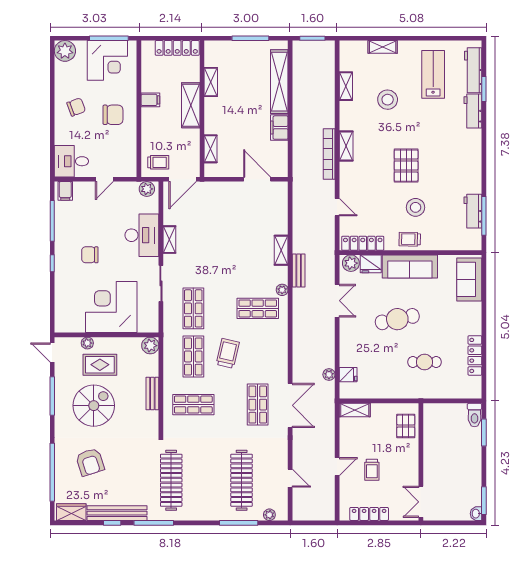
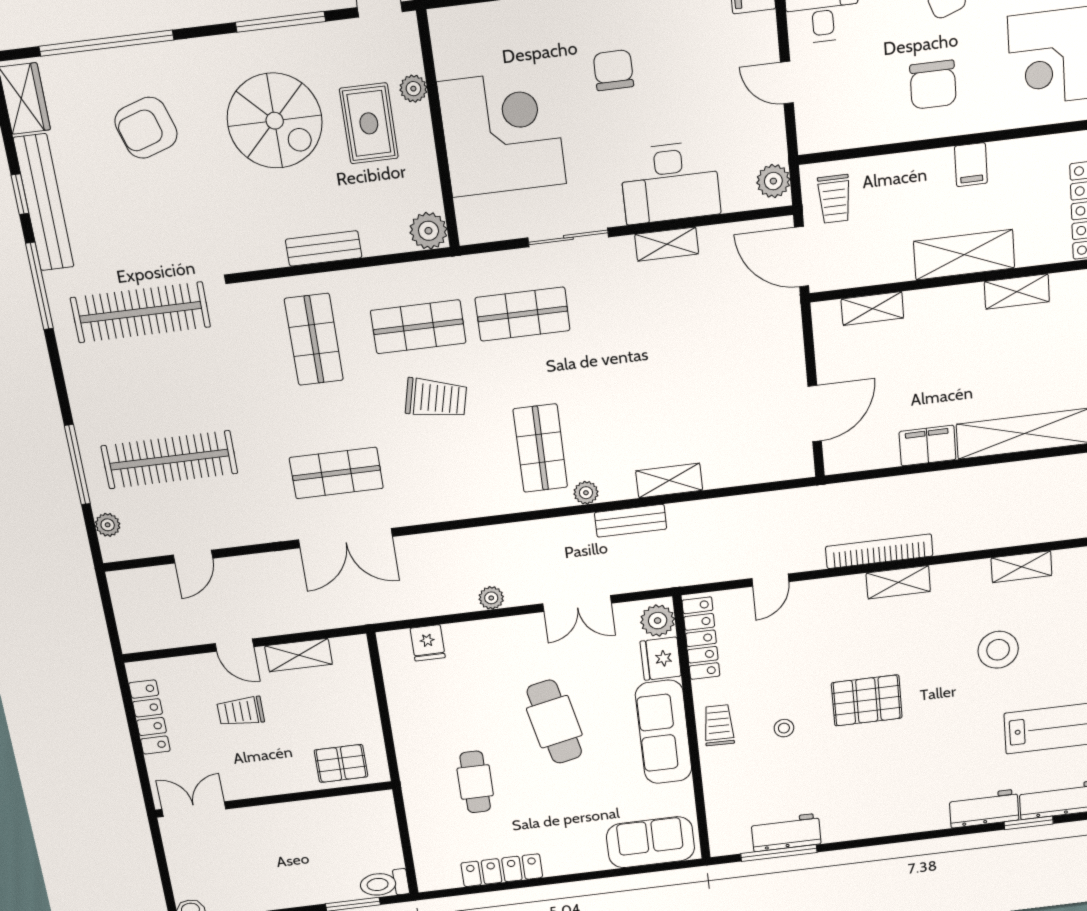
stool: (416, 207) -> (784, 728), width x0.53, depth x0.53
plant: (329, 375) -> (491, 598), moved
shelving: (355, 410) -> (299, 655), moved, turned 90

